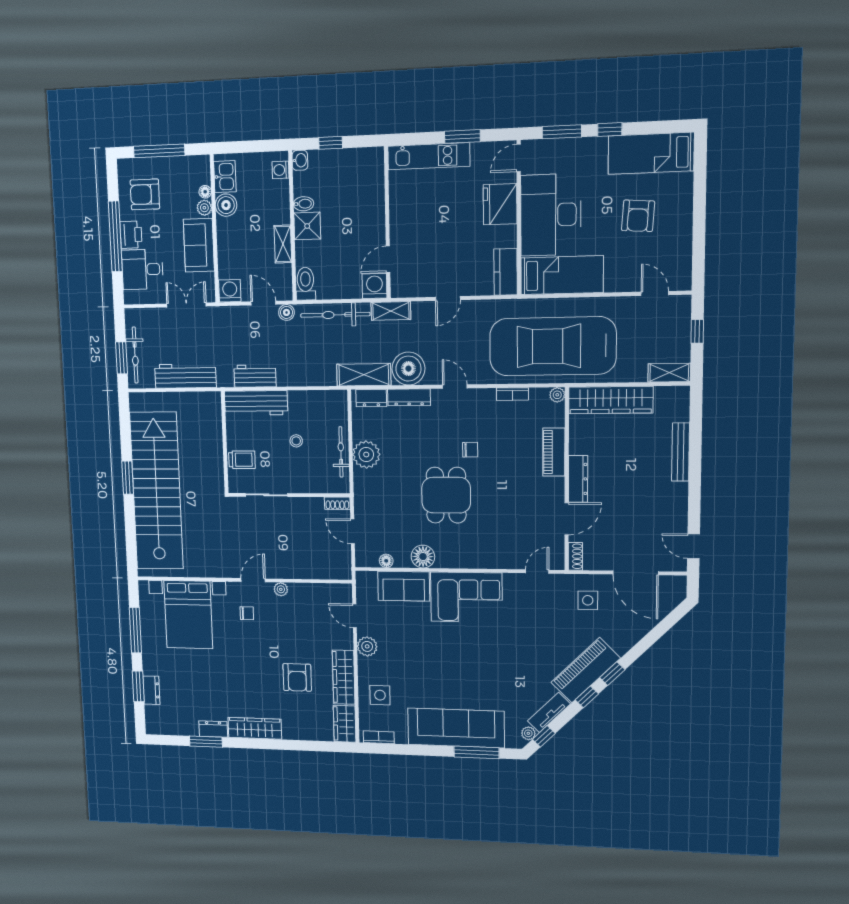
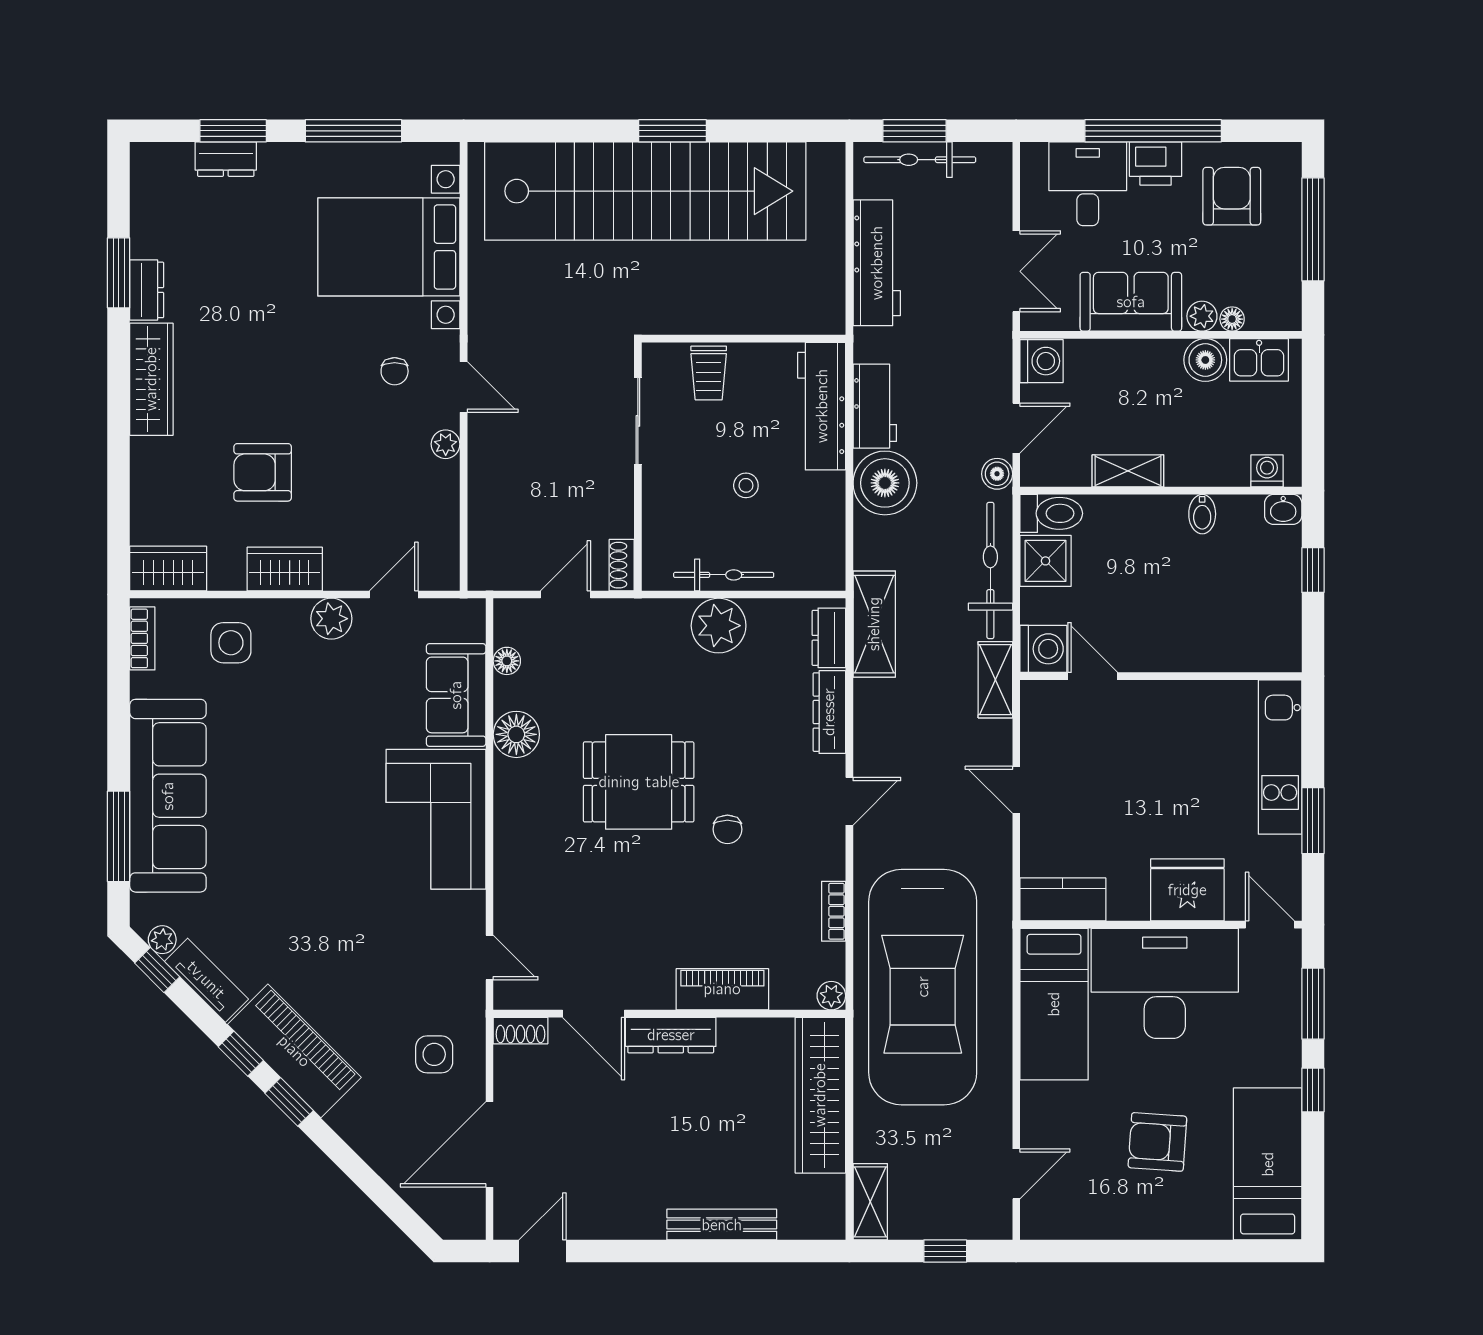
shower: (307, 226) -> (1045, 561), moved
car: (553, 346) -> (923, 987), turned 180
boiler: (408, 369) -> (885, 483), moved
wardrobe: (344, 677) -> (285, 569), width x0.67

